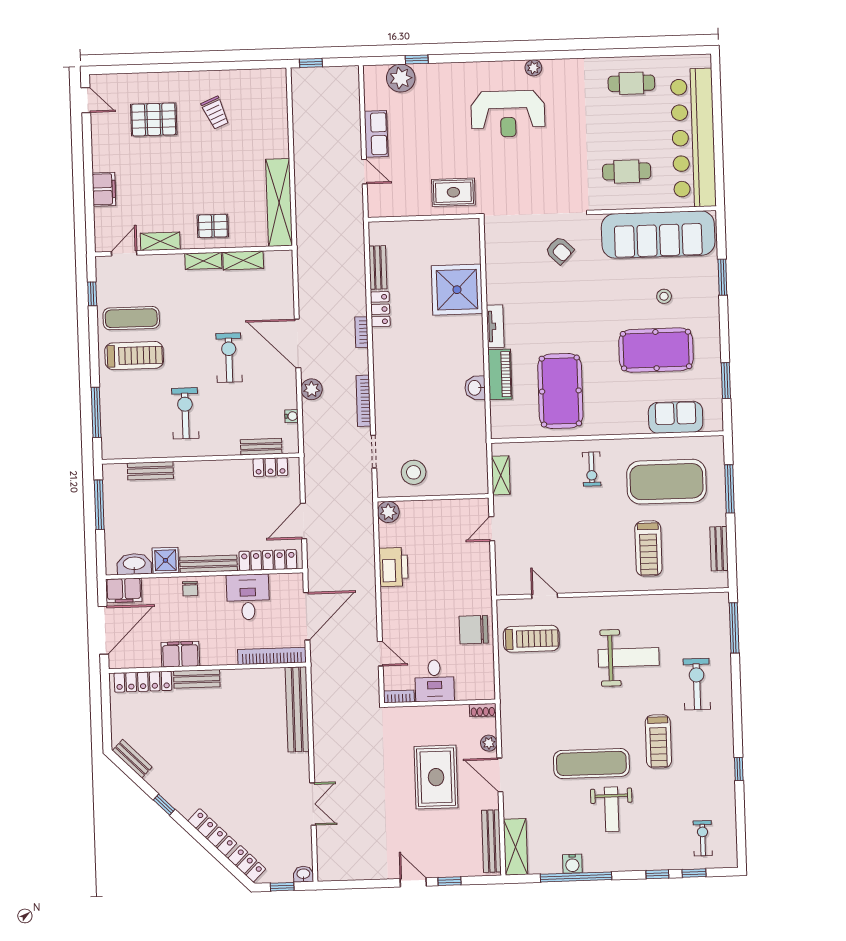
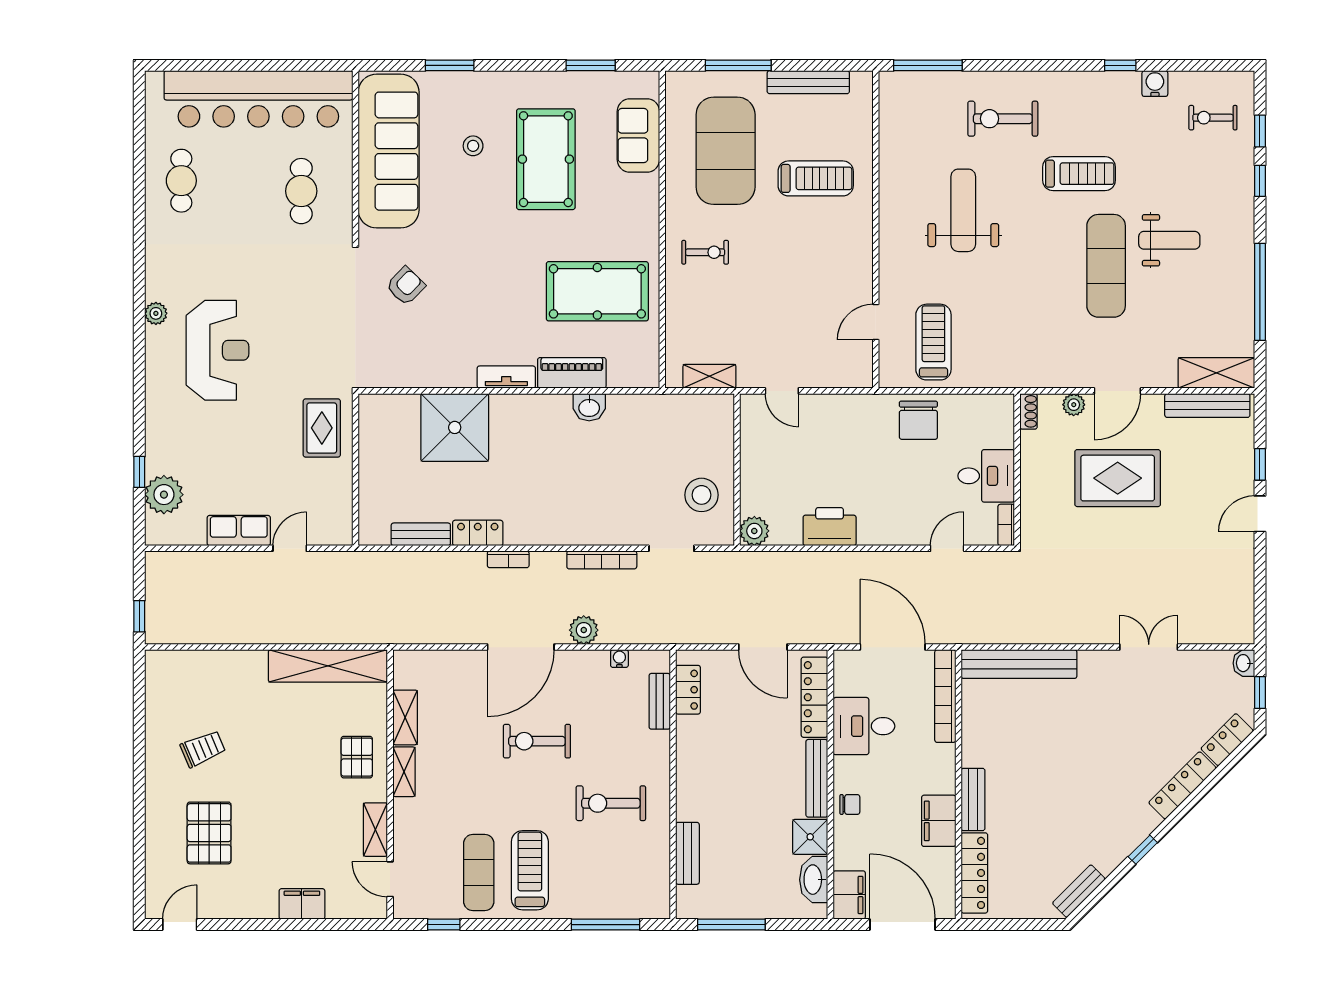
bench: (719, 549) -> (808, 82), width x1.36
water cooler: (572, 864) -> (1155, 84), moved, turned -90

